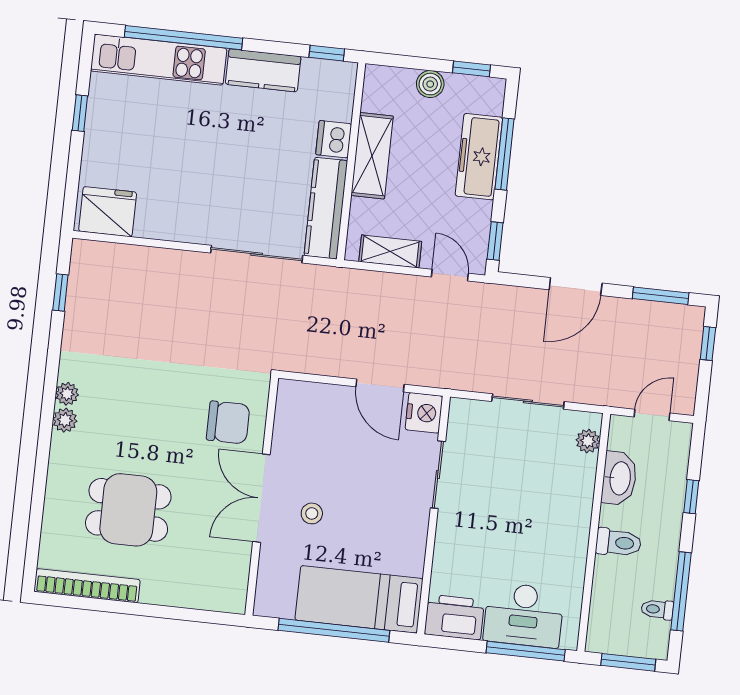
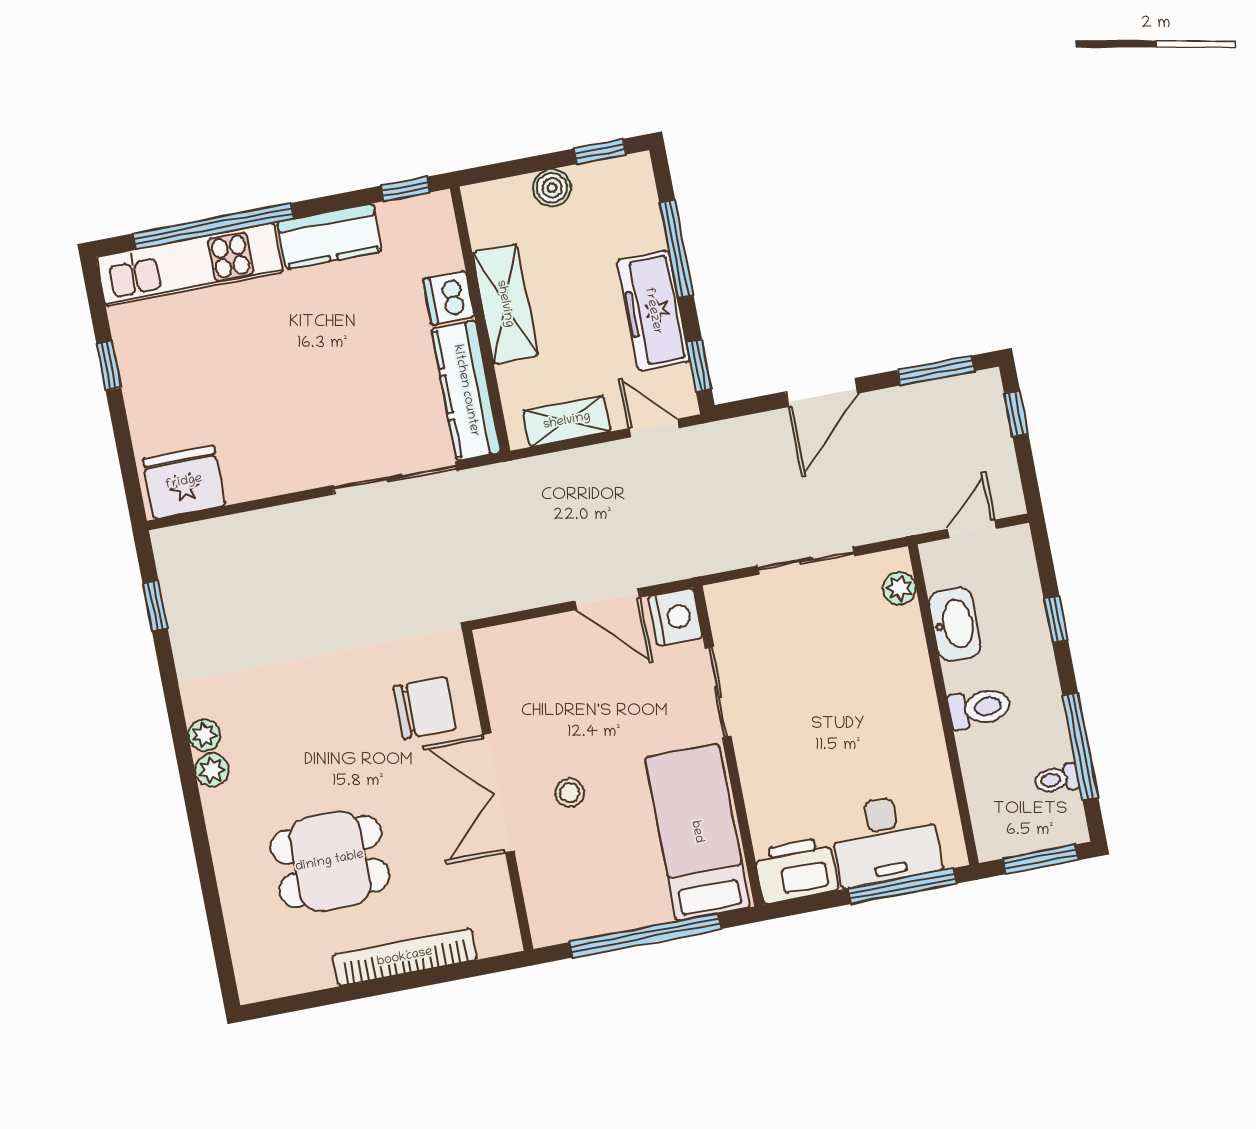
freezer: (479, 157) -> (653, 311), moved
bookcase: (87, 586) -> (405, 957), moved
bed: (359, 599) -> (697, 832), moved, turned 90

